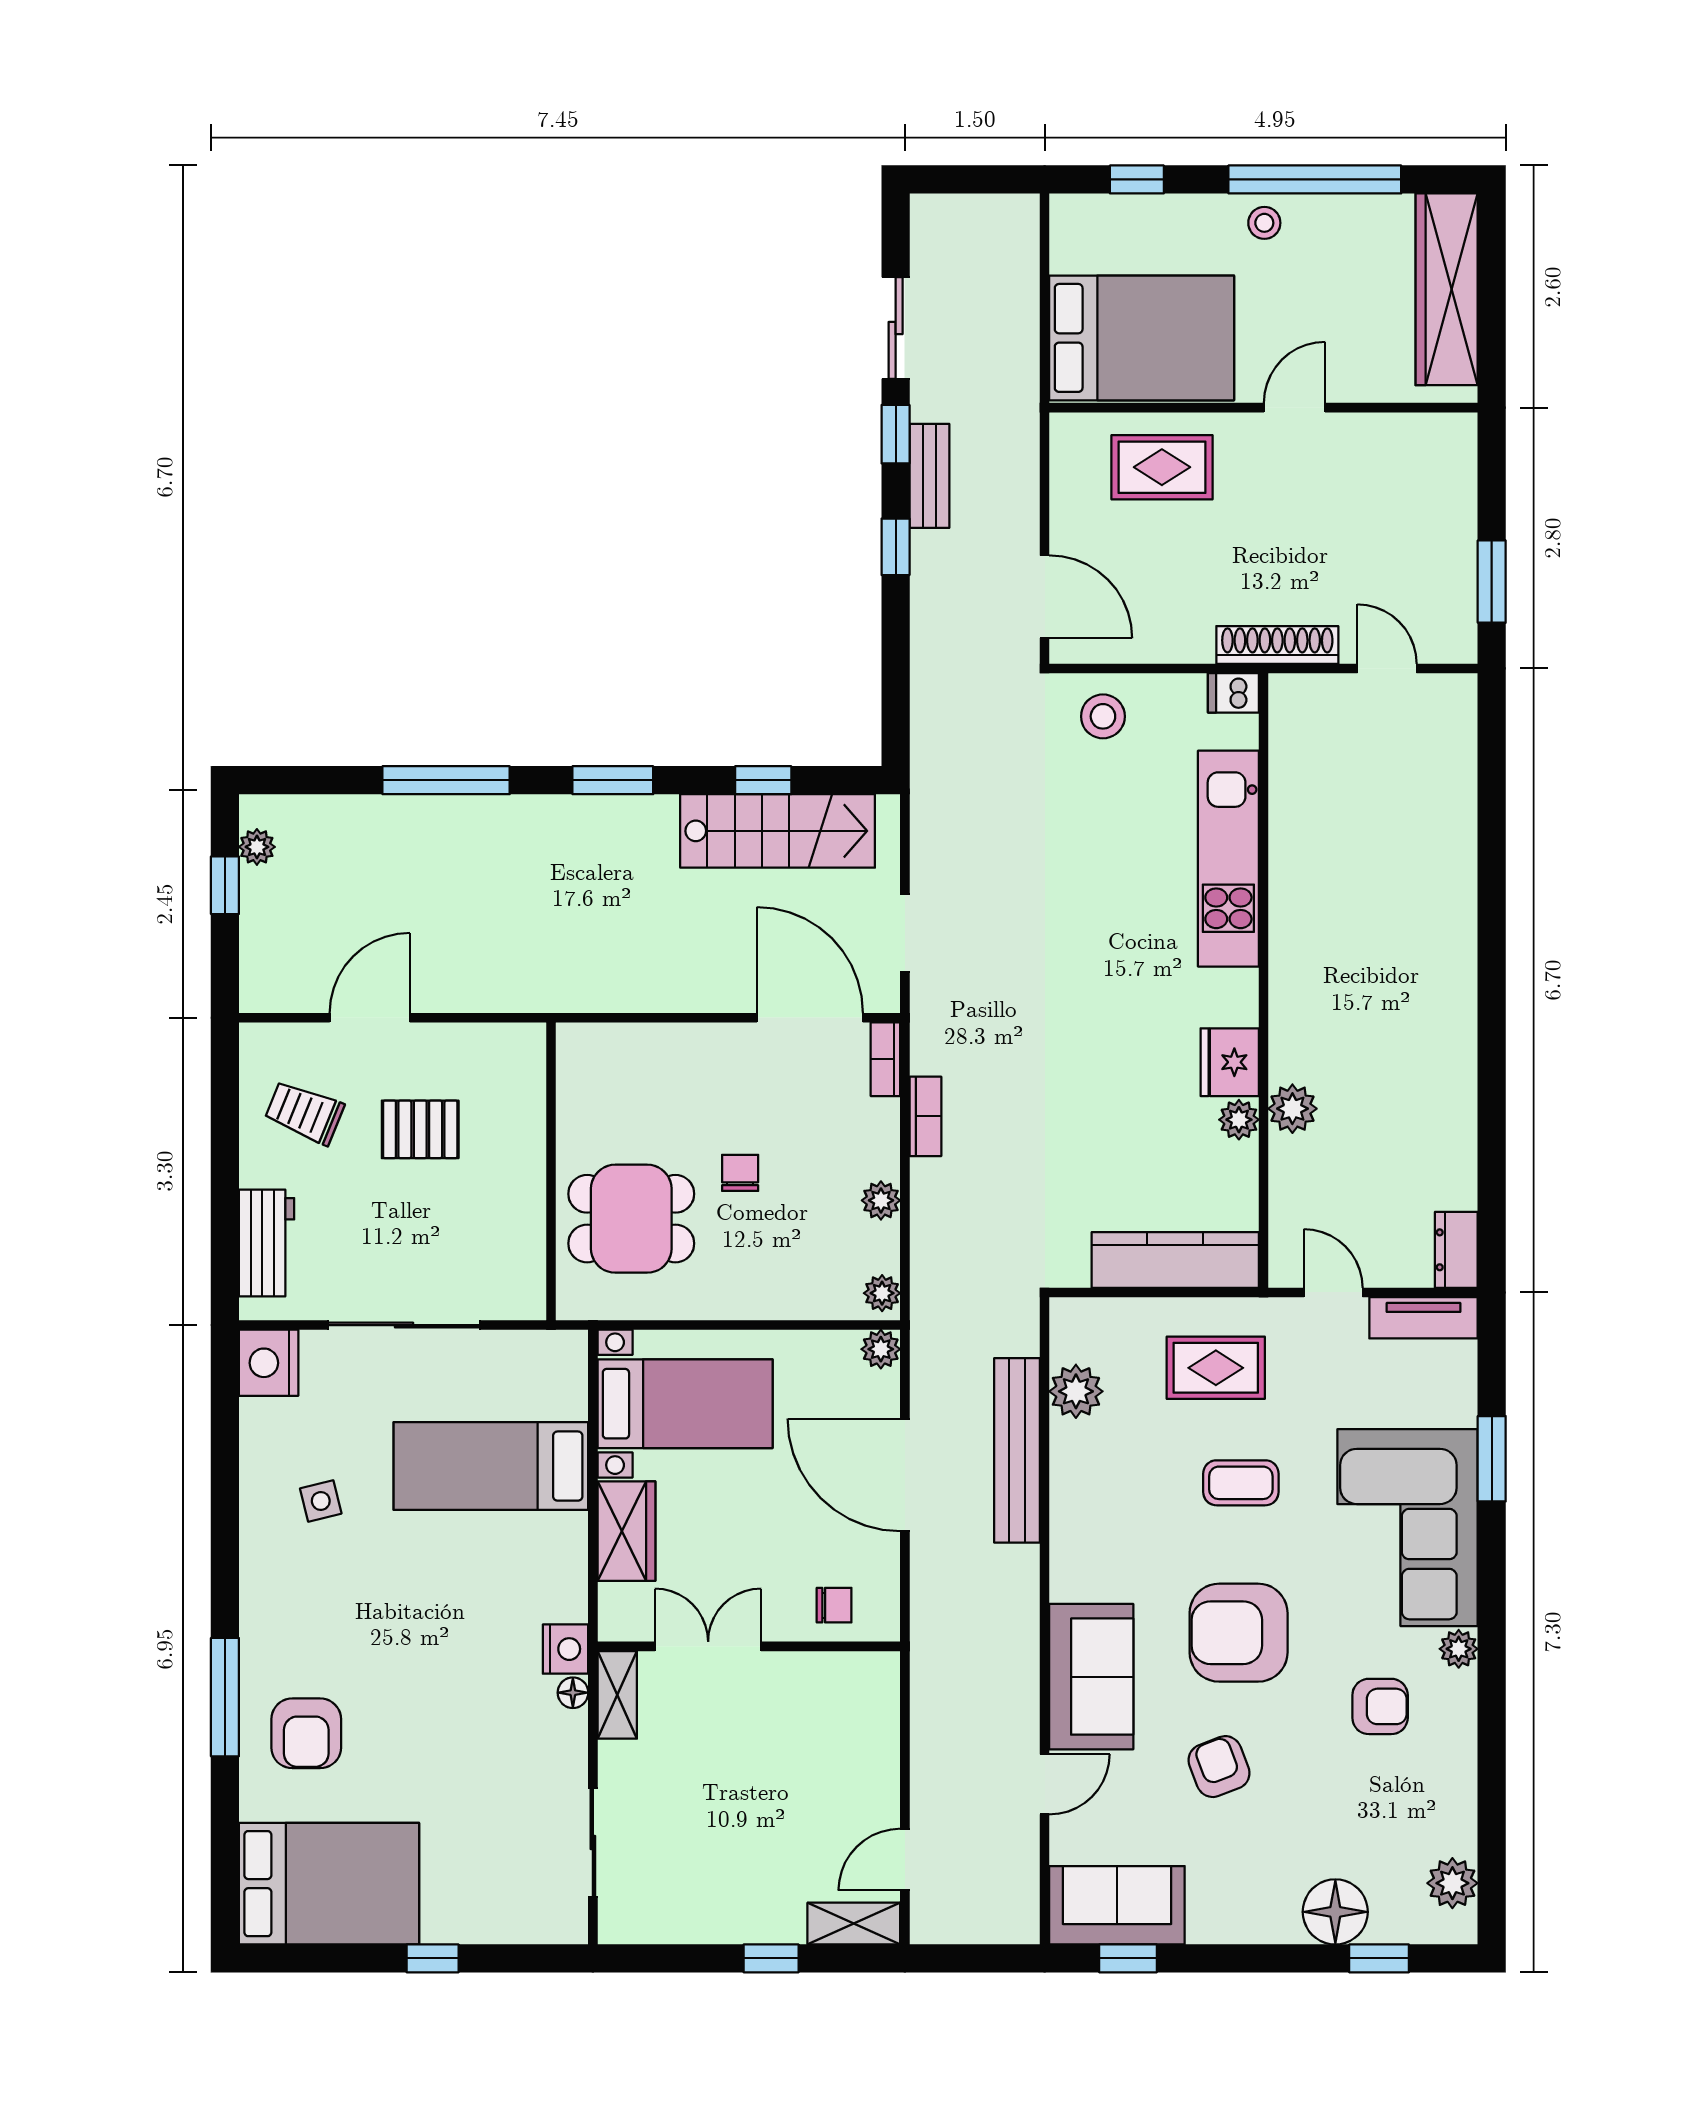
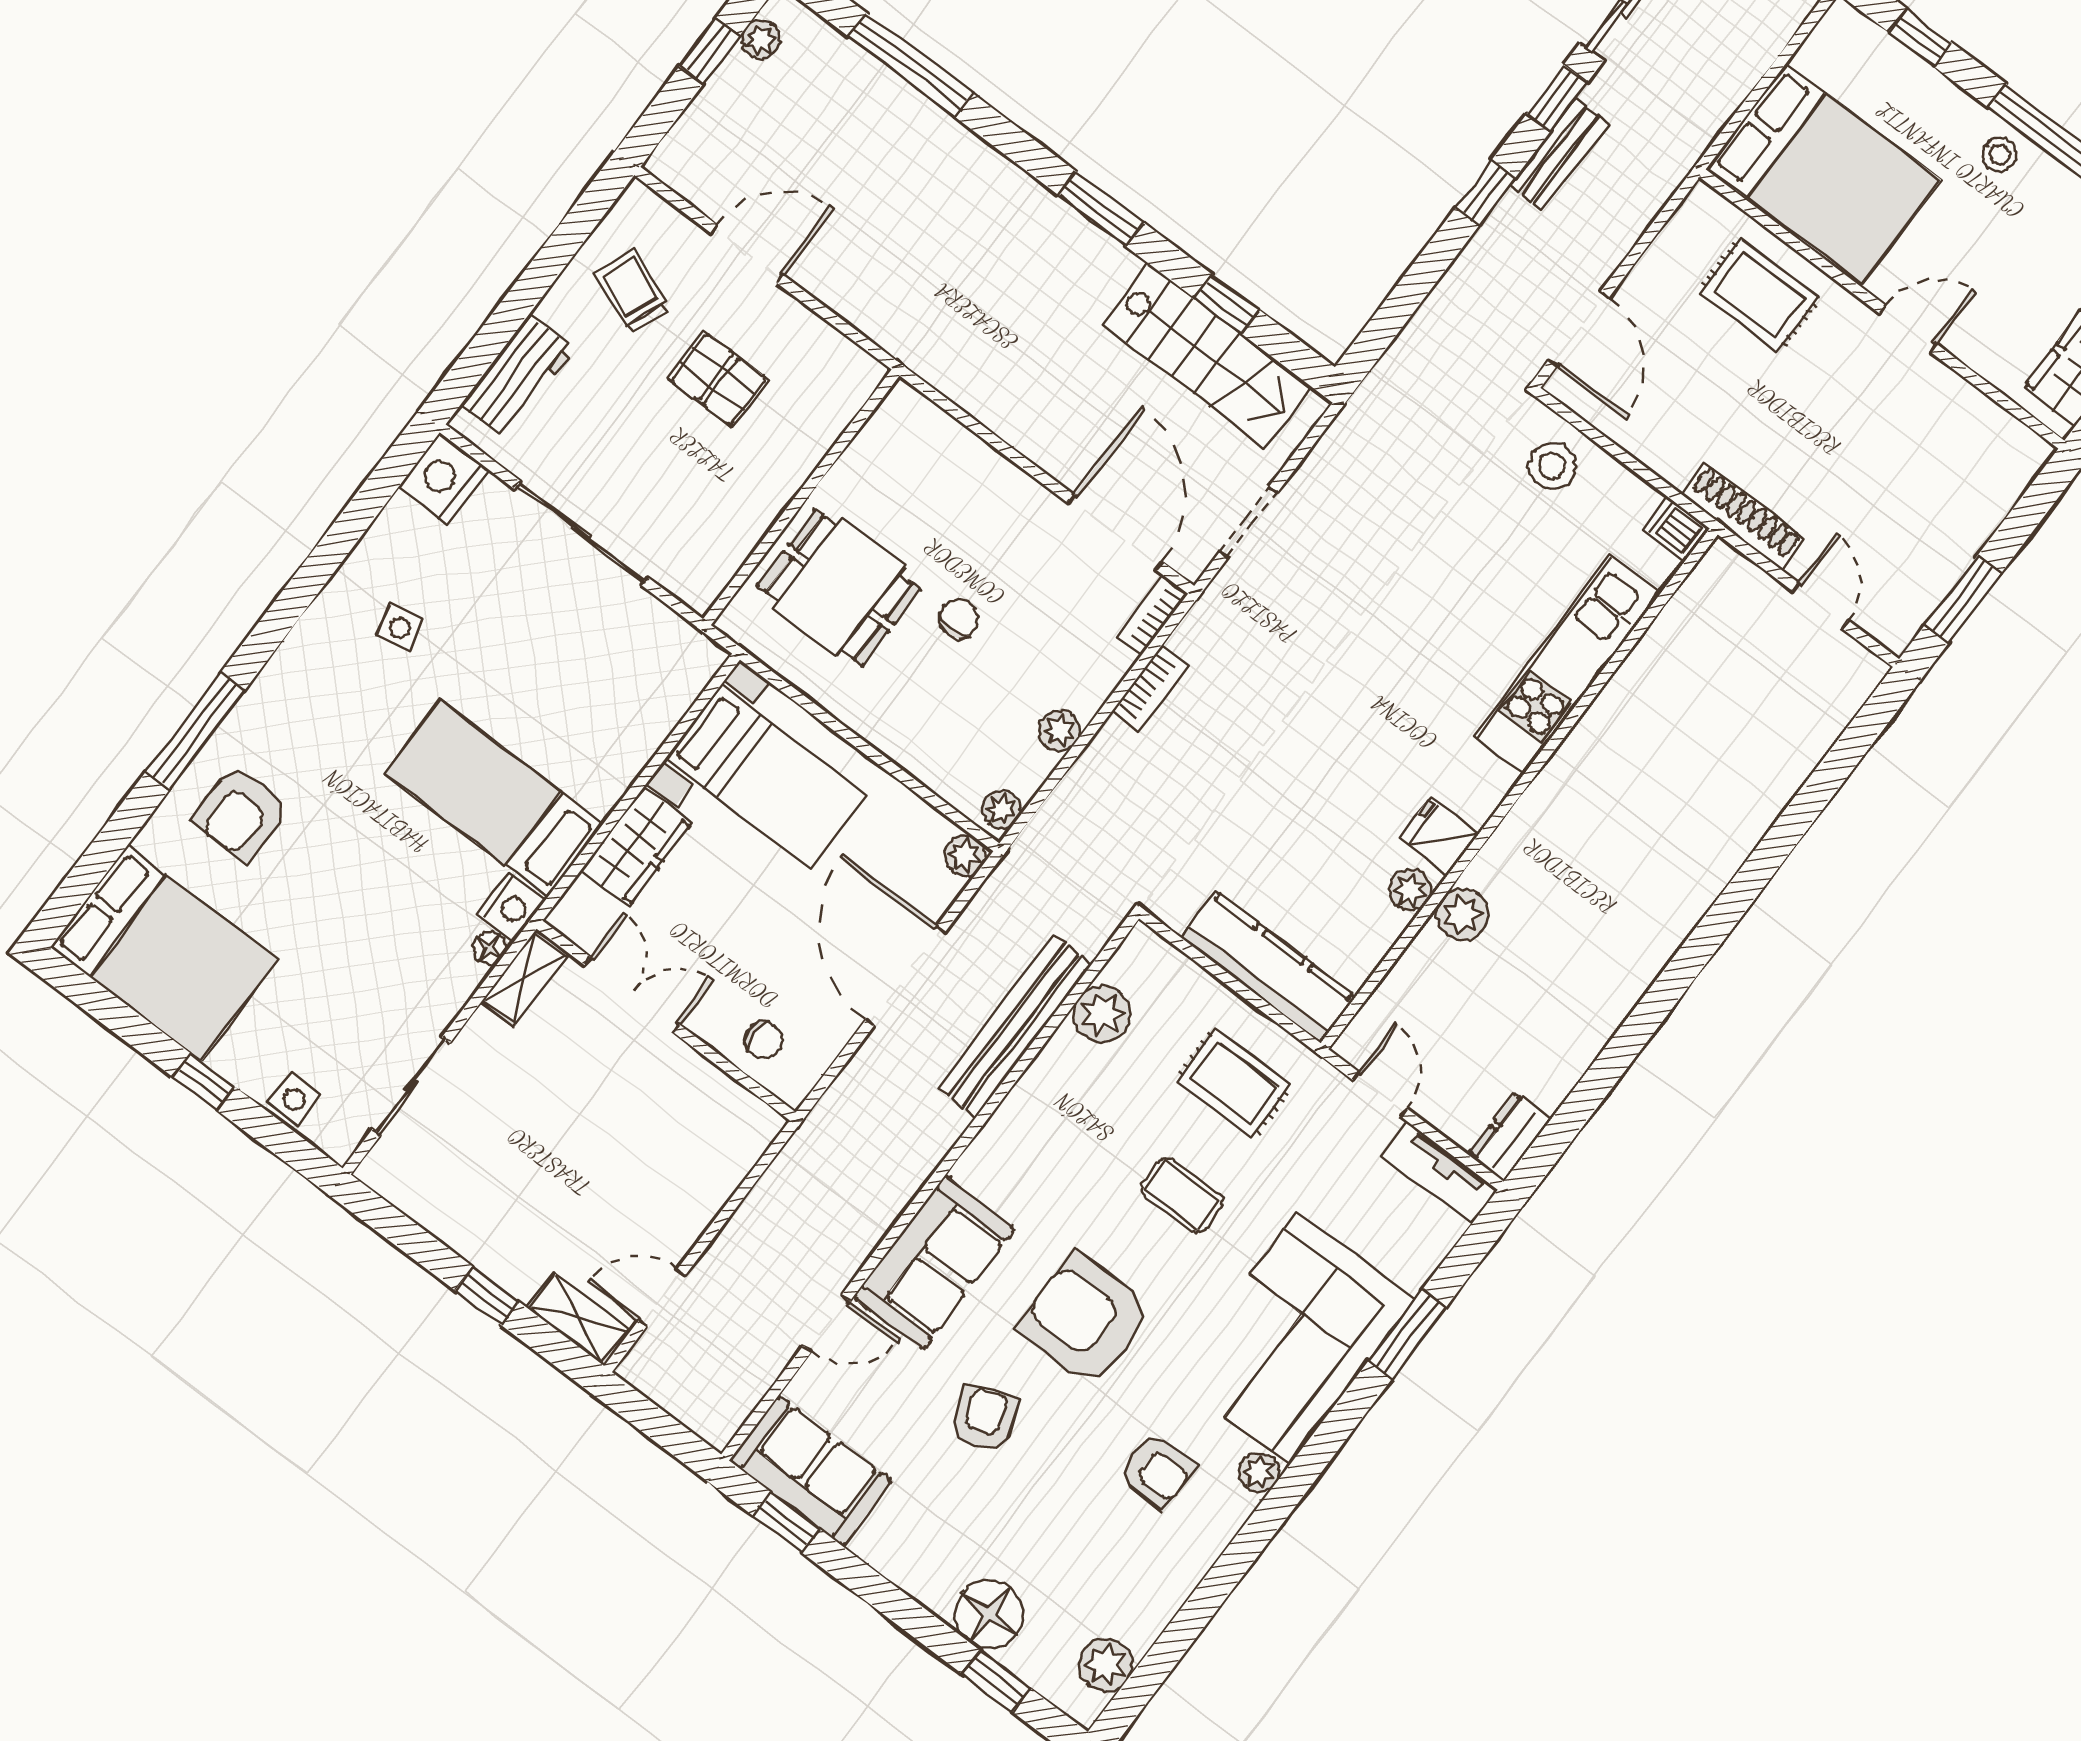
window: (446, 780) -> (911, 65), moved
fridge: (1230, 1062) -> (1439, 836), width x0.72
bed: (491, 1466) -> (494, 799), moved
side table: (511, 1920) -> (294, 1099), added

